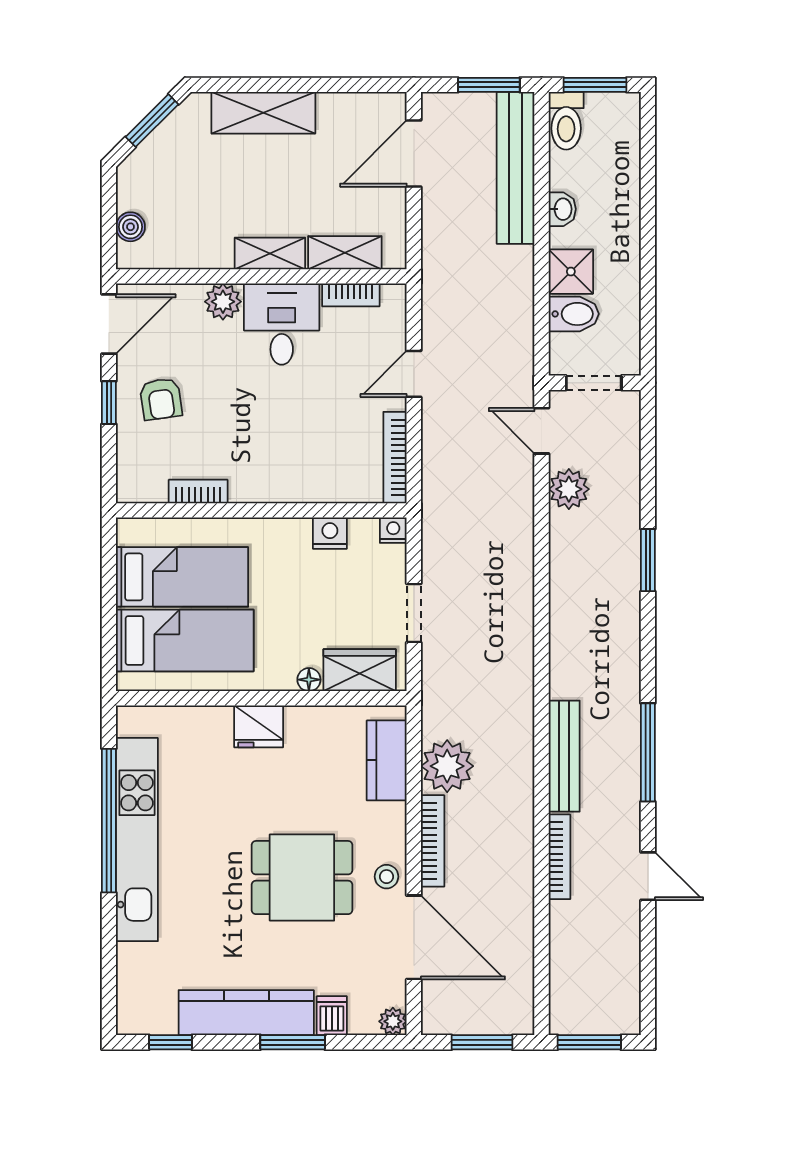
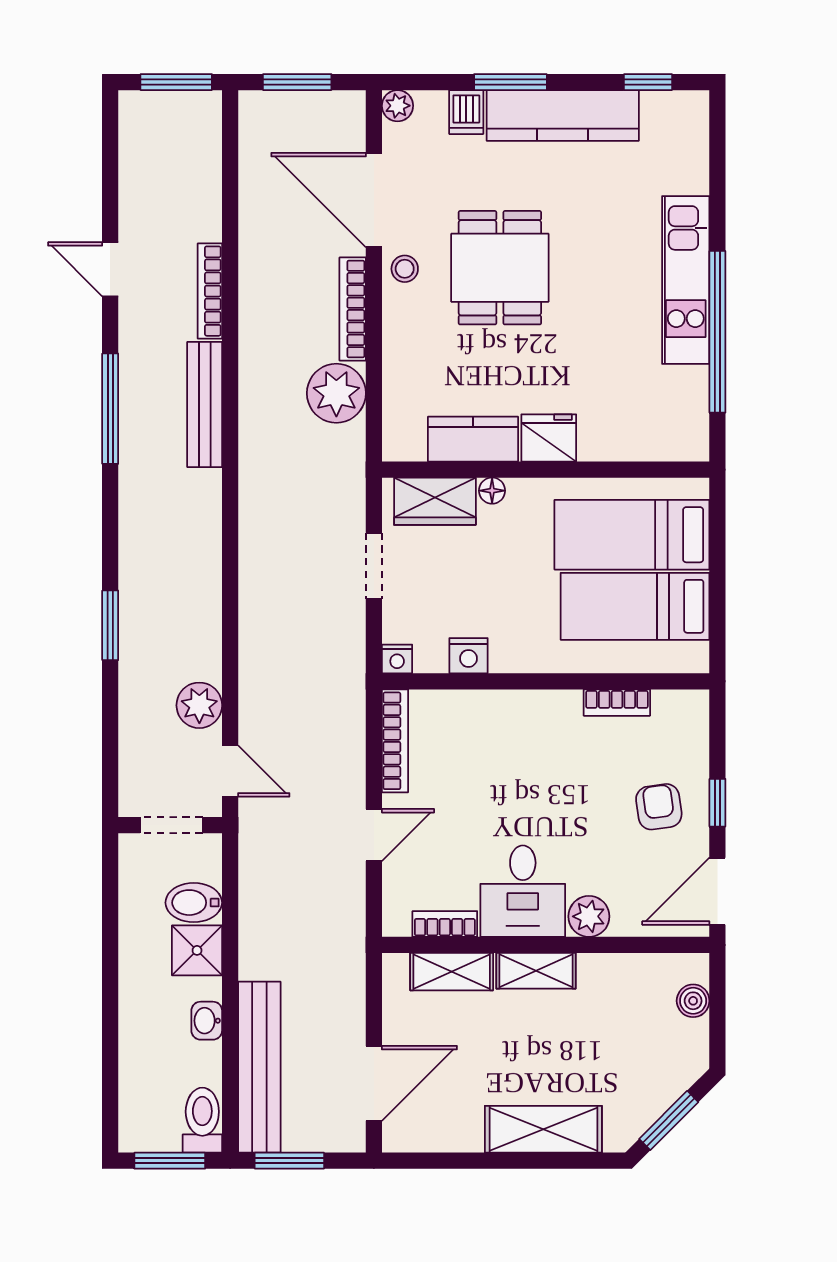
kitchen counter: (387, 760) -> (473, 439), moved, turned -90
kitchen unit: (137, 840) -> (686, 280), width x0.73
dining table: (302, 878) -> (500, 268), turned 90

